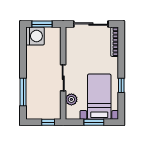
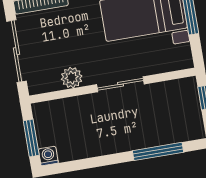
washing machine: (35, 36) -> (48, 156), width x0.53, depth x0.53
plant: (71, 99) -> (72, 78), moved

